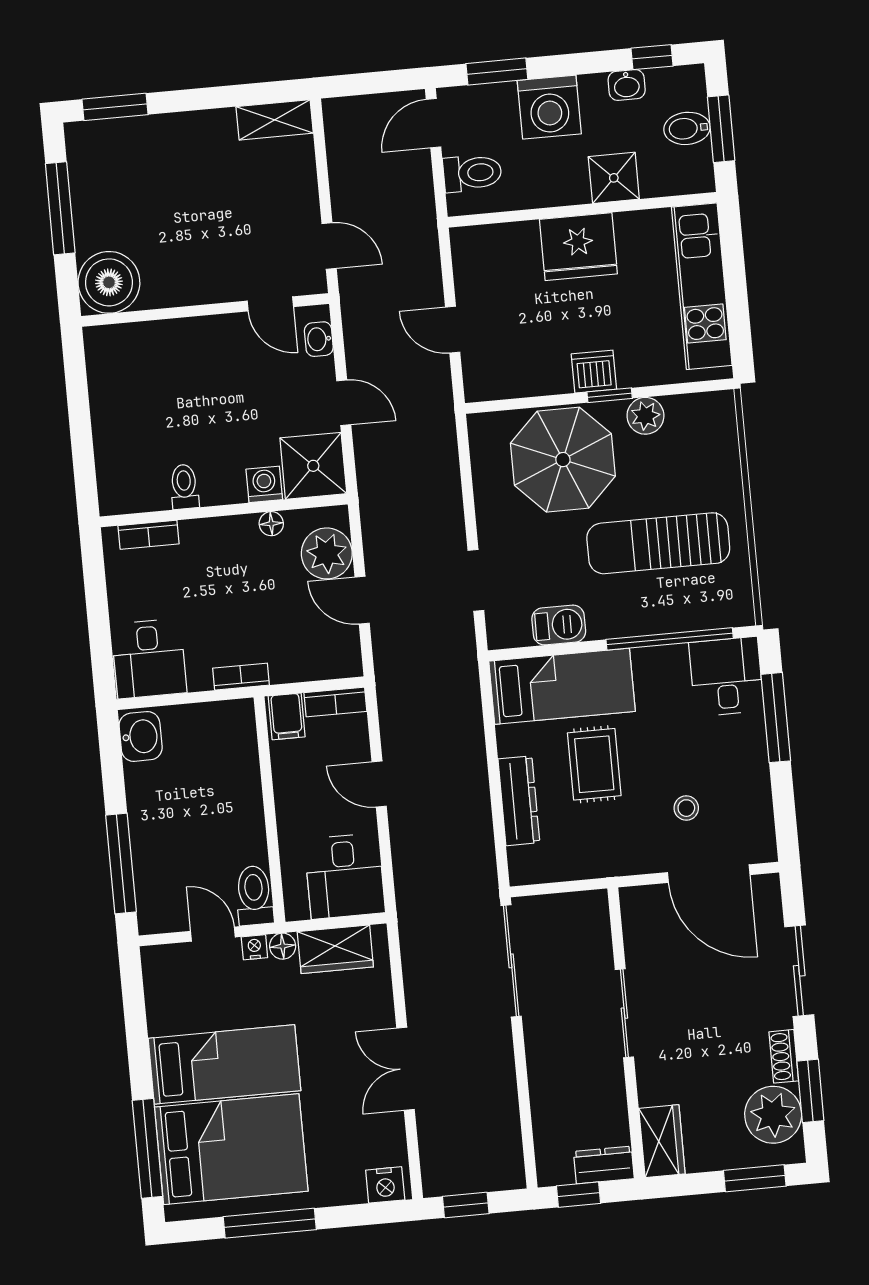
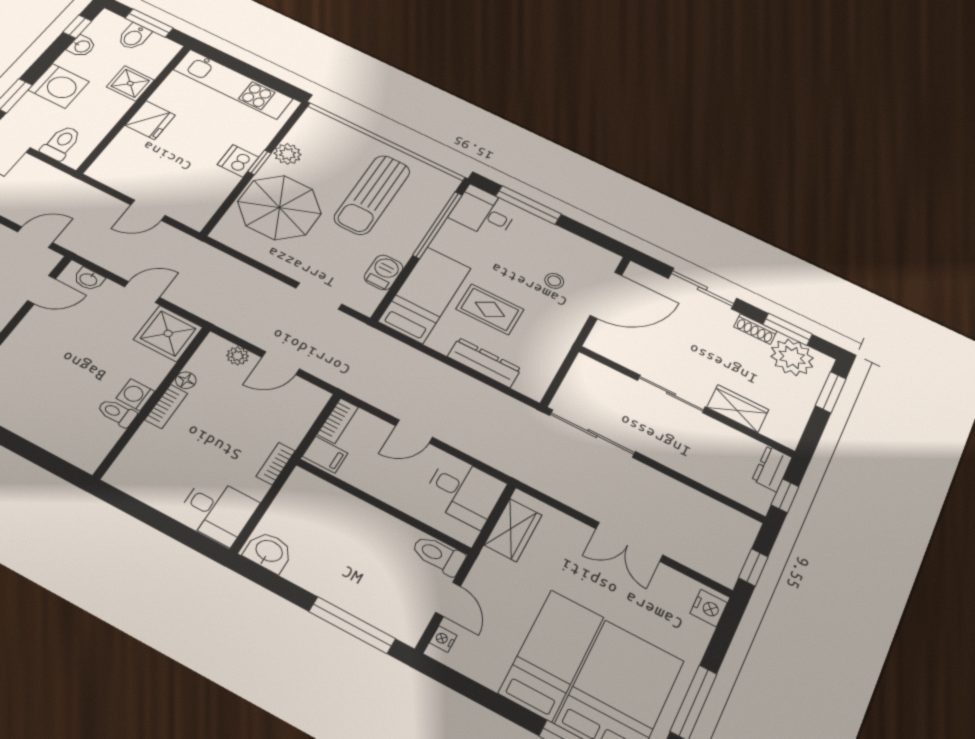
fridge: (578, 247) -> (150, 120), width x0.73, depth x0.75
washing machine: (264, 484) -> (135, 395), moved
bookcase: (149, 535) -> (166, 406), moved
plant: (327, 553) -> (238, 356), width x0.53, depth x0.53
door: (213, 934) -> (448, 599), swing flipped
floor lamp: (283, 946) -> (488, 561), removed
nightstand: (254, 947) -> (443, 639), moved
wardrobe: (662, 1141) -> (738, 408), moved

